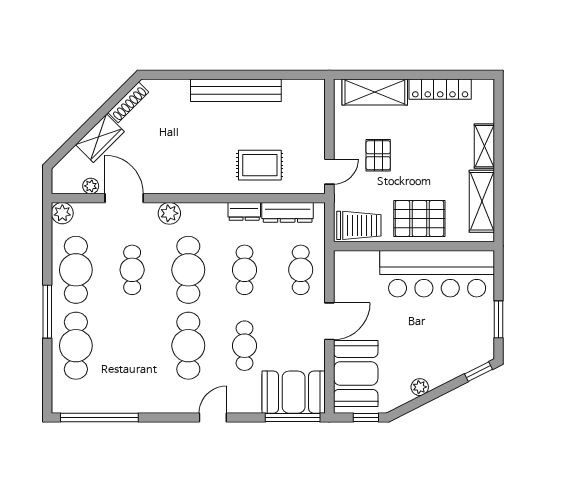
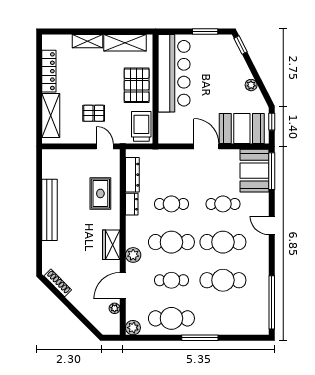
wardrobe: (100, 138) -> (111, 245), moved, turned -135
cafe table: (301, 270) -> (171, 166), removed
cafe table: (76, 346) -> (223, 280), moved

